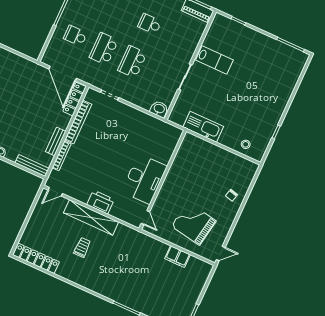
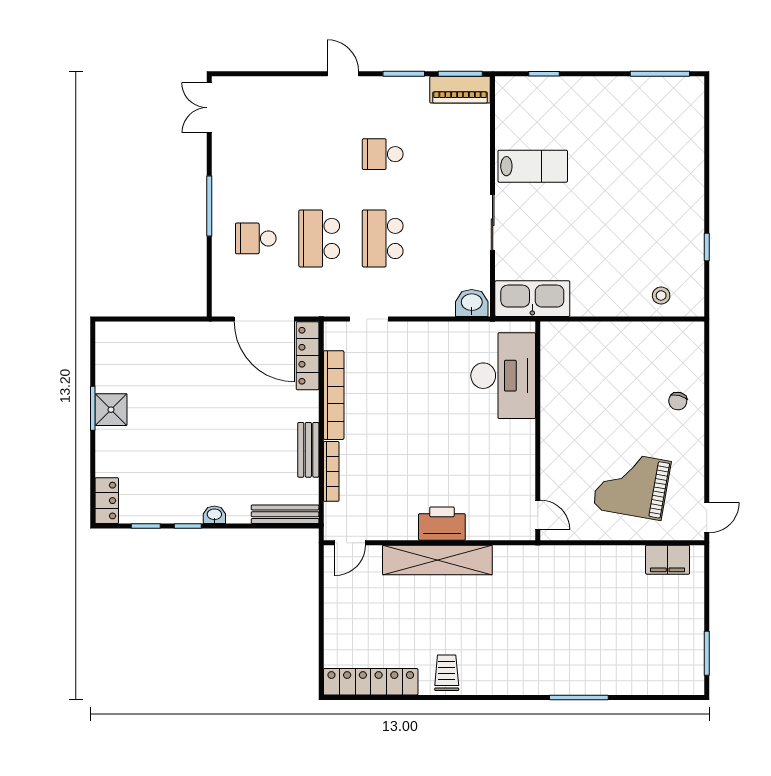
kitchen sink: (203, 127) -> (532, 299), moved
desk: (144, 179) -> (503, 376), moved
trolley: (82, 247) -> (447, 673), moved
filing cabinet: (178, 257) -> (668, 560), moved

